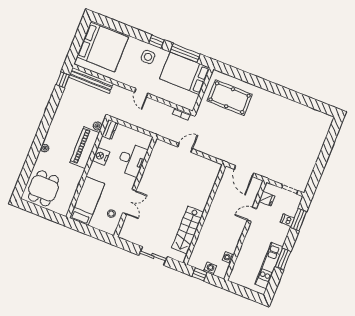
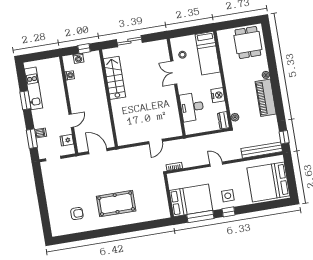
pool table: (230, 98) -> (116, 204), moved
armchair: (299, 125) -> (77, 214), added
piano: (85, 148) -> (266, 98), moved, turned 180

